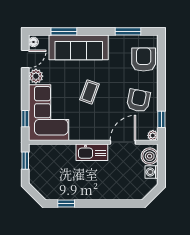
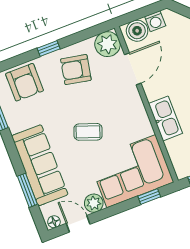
armchair: (144, 60) -> (25, 82), turned -90
window: (161, 119) -> (49, 49), moved
plant: (153, 135) -> (108, 44), width x1.88, depth x1.88
door: (123, 142) -> (133, 69), swing flipped
kitchen sink: (92, 152) -> (165, 118), moved

